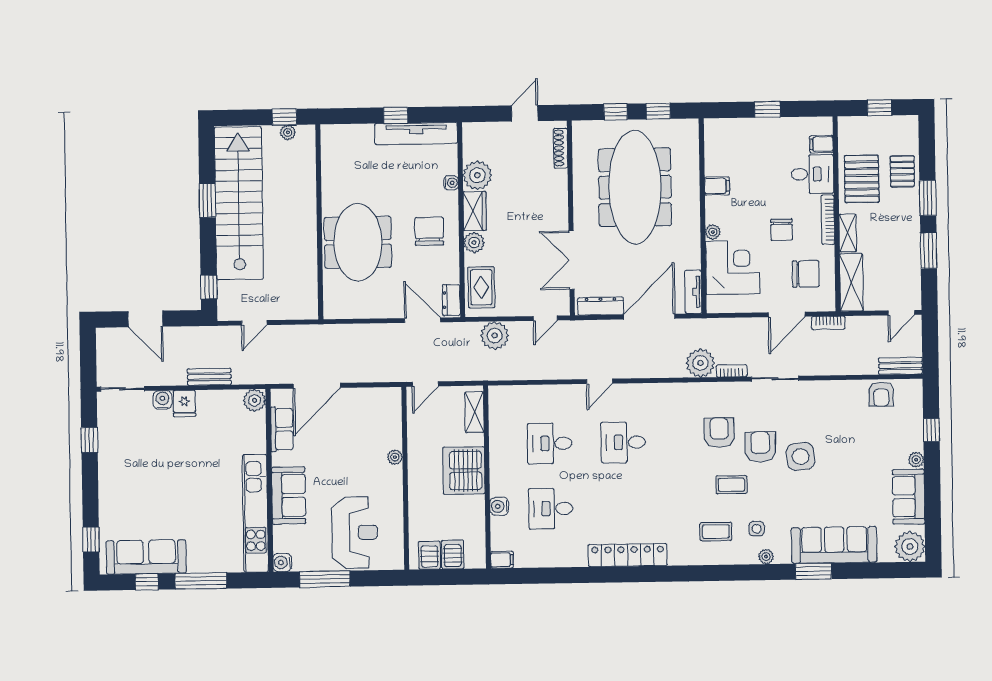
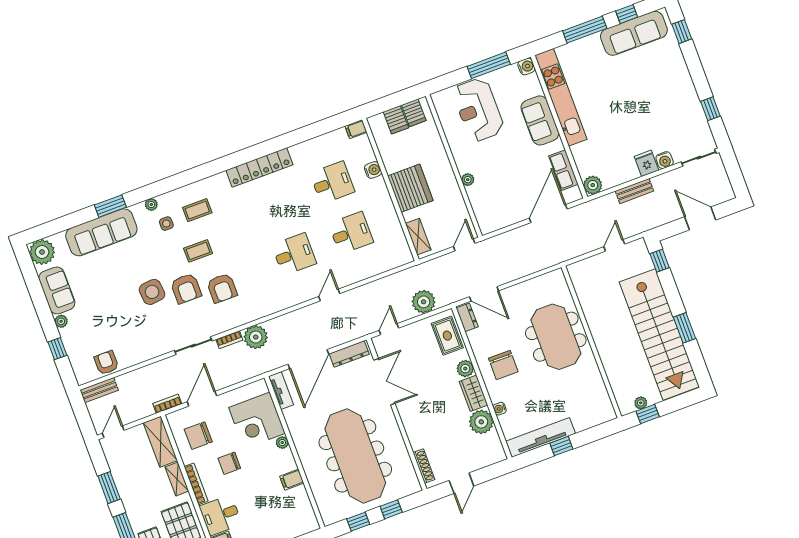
chair: (781, 230) -> (229, 463), turned -90

